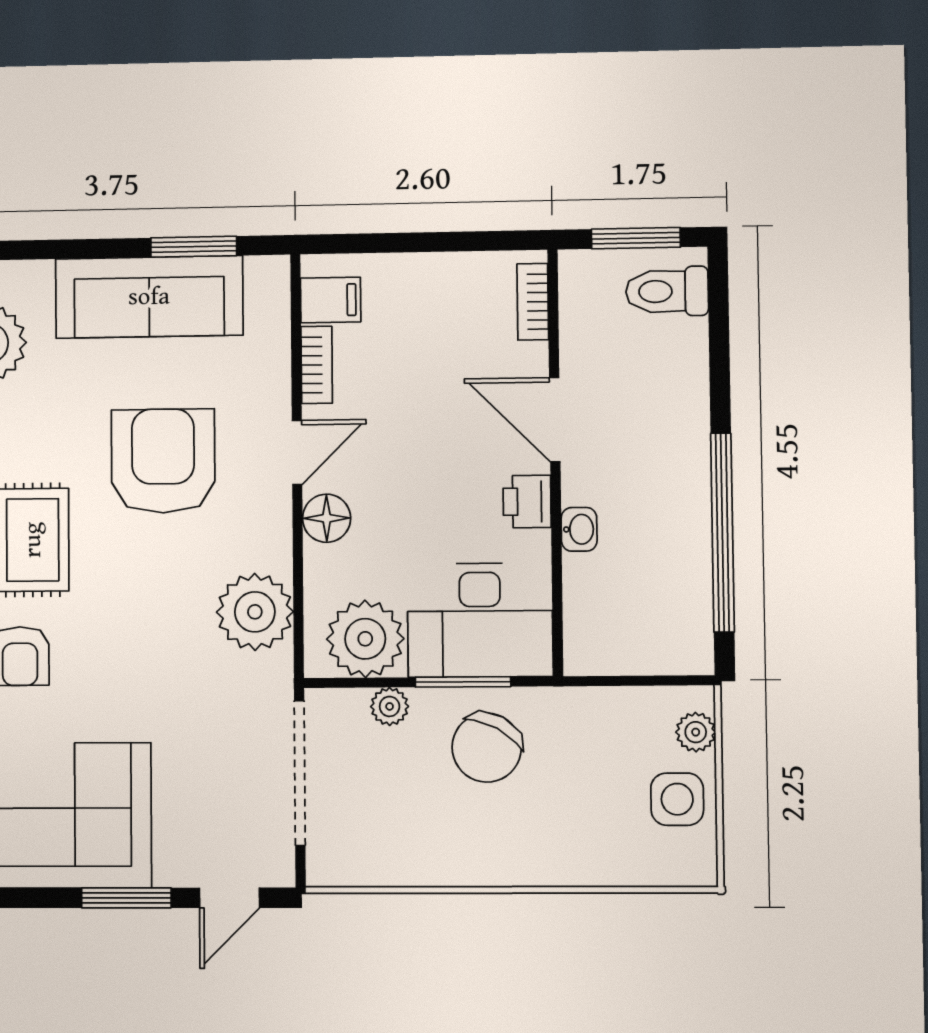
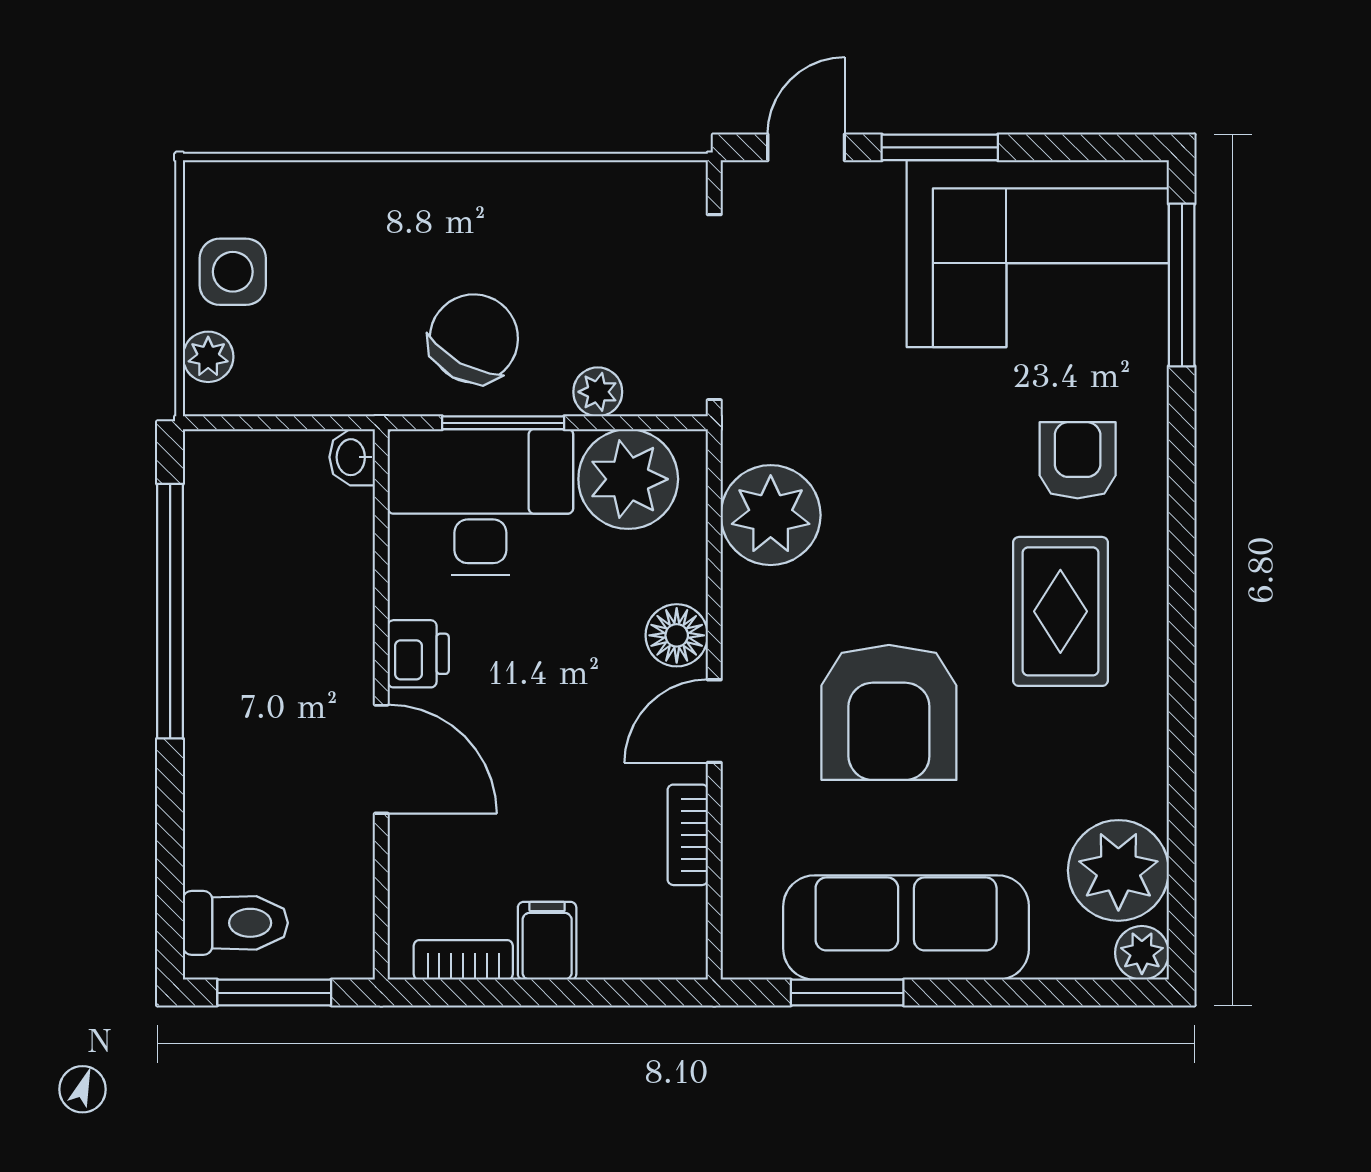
filing cabinet: (331, 300) -> (547, 941), moved, turned 90
bookcase: (533, 302) -> (463, 960), moved, turned -90
washbasin: (579, 529) -> (352, 457), moved

